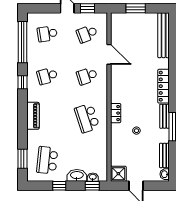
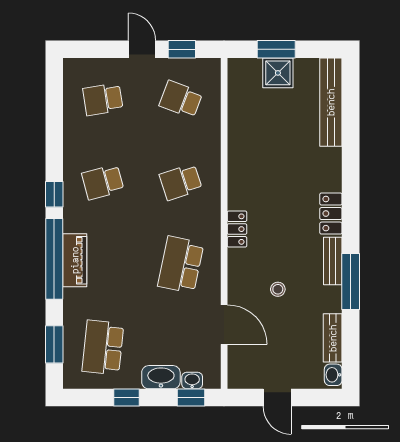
school desk: (87, 34) -> (181, 99), turned 42
window: (22, 42) -> (54, 259), moved
door: (109, 54) -> (224, 325), moved
locker: (164, 86) -> (331, 214), width x0.66
locker: (116, 113) -> (237, 229), moved
school desk: (87, 118) -> (181, 265), turned 30
shower: (118, 174) -> (278, 73), moved

